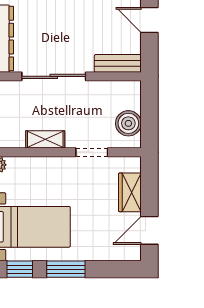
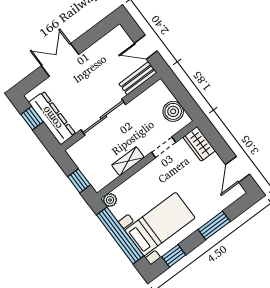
door: (149, 20) -> (146, 47), moved
wardrobe: (130, 192) -> (199, 144), moved
window: (66, 269) -> (214, 225), moved

